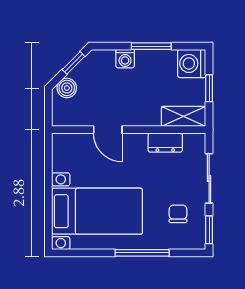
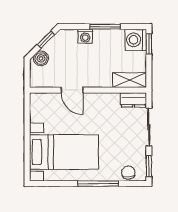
window: (209, 88) -> (149, 44), moved
dresser: (165, 143) -> (133, 100), moved
chair: (178, 214) -> (128, 173), moved

